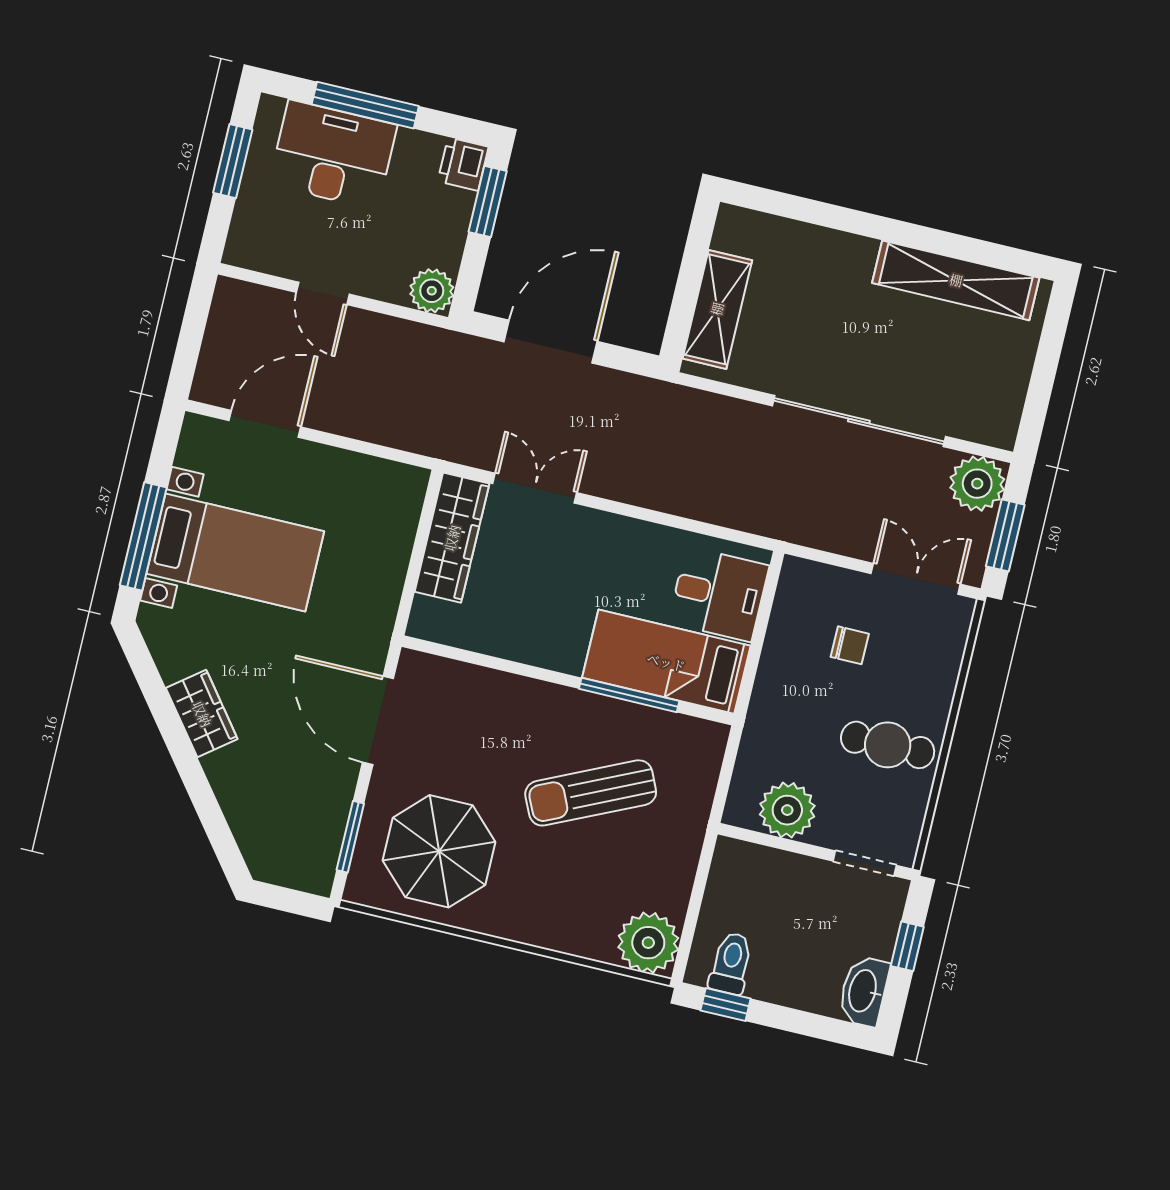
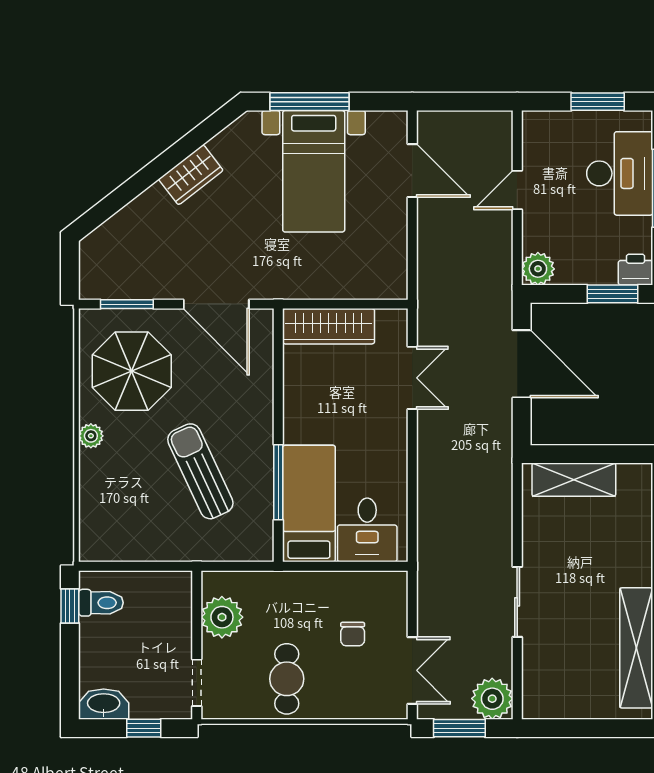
sliding door: (859, 421) -> (517, 602), width x0.54
wardrobe: (452, 538) -> (329, 326), moved
door: (378, 720) -> (216, 304), swing flipped
plant: (648, 943) -> (91, 436), moved, width x0.53, depth x0.53

